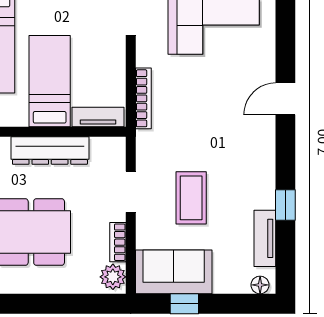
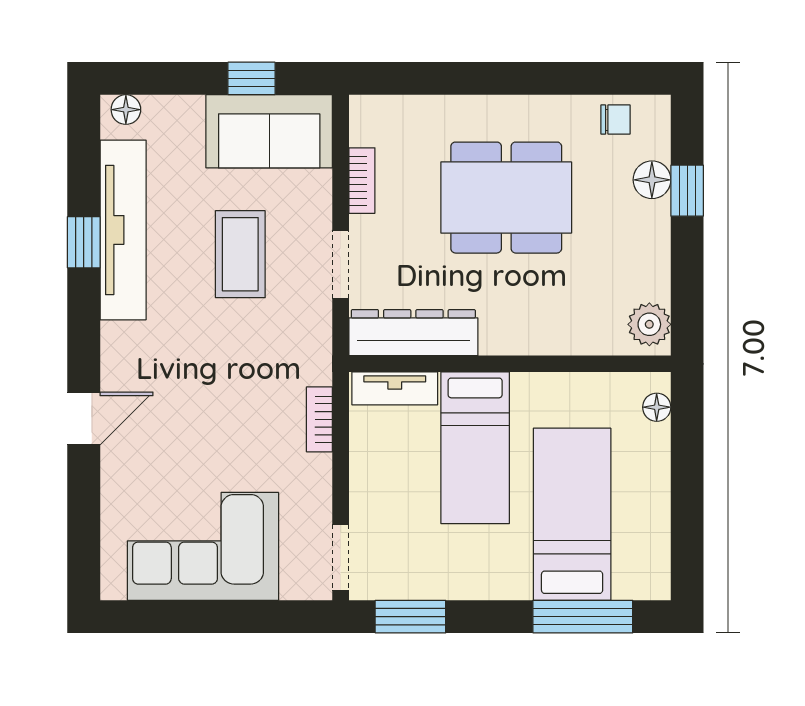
bookcase: (143, 98) -> (319, 419), width x0.64
dresser: (50, 151) -> (413, 333), moved
tv unit: (265, 238) -> (123, 230), width x1.92, depth x1.29
plant: (113, 277) -> (370, 123), removed

